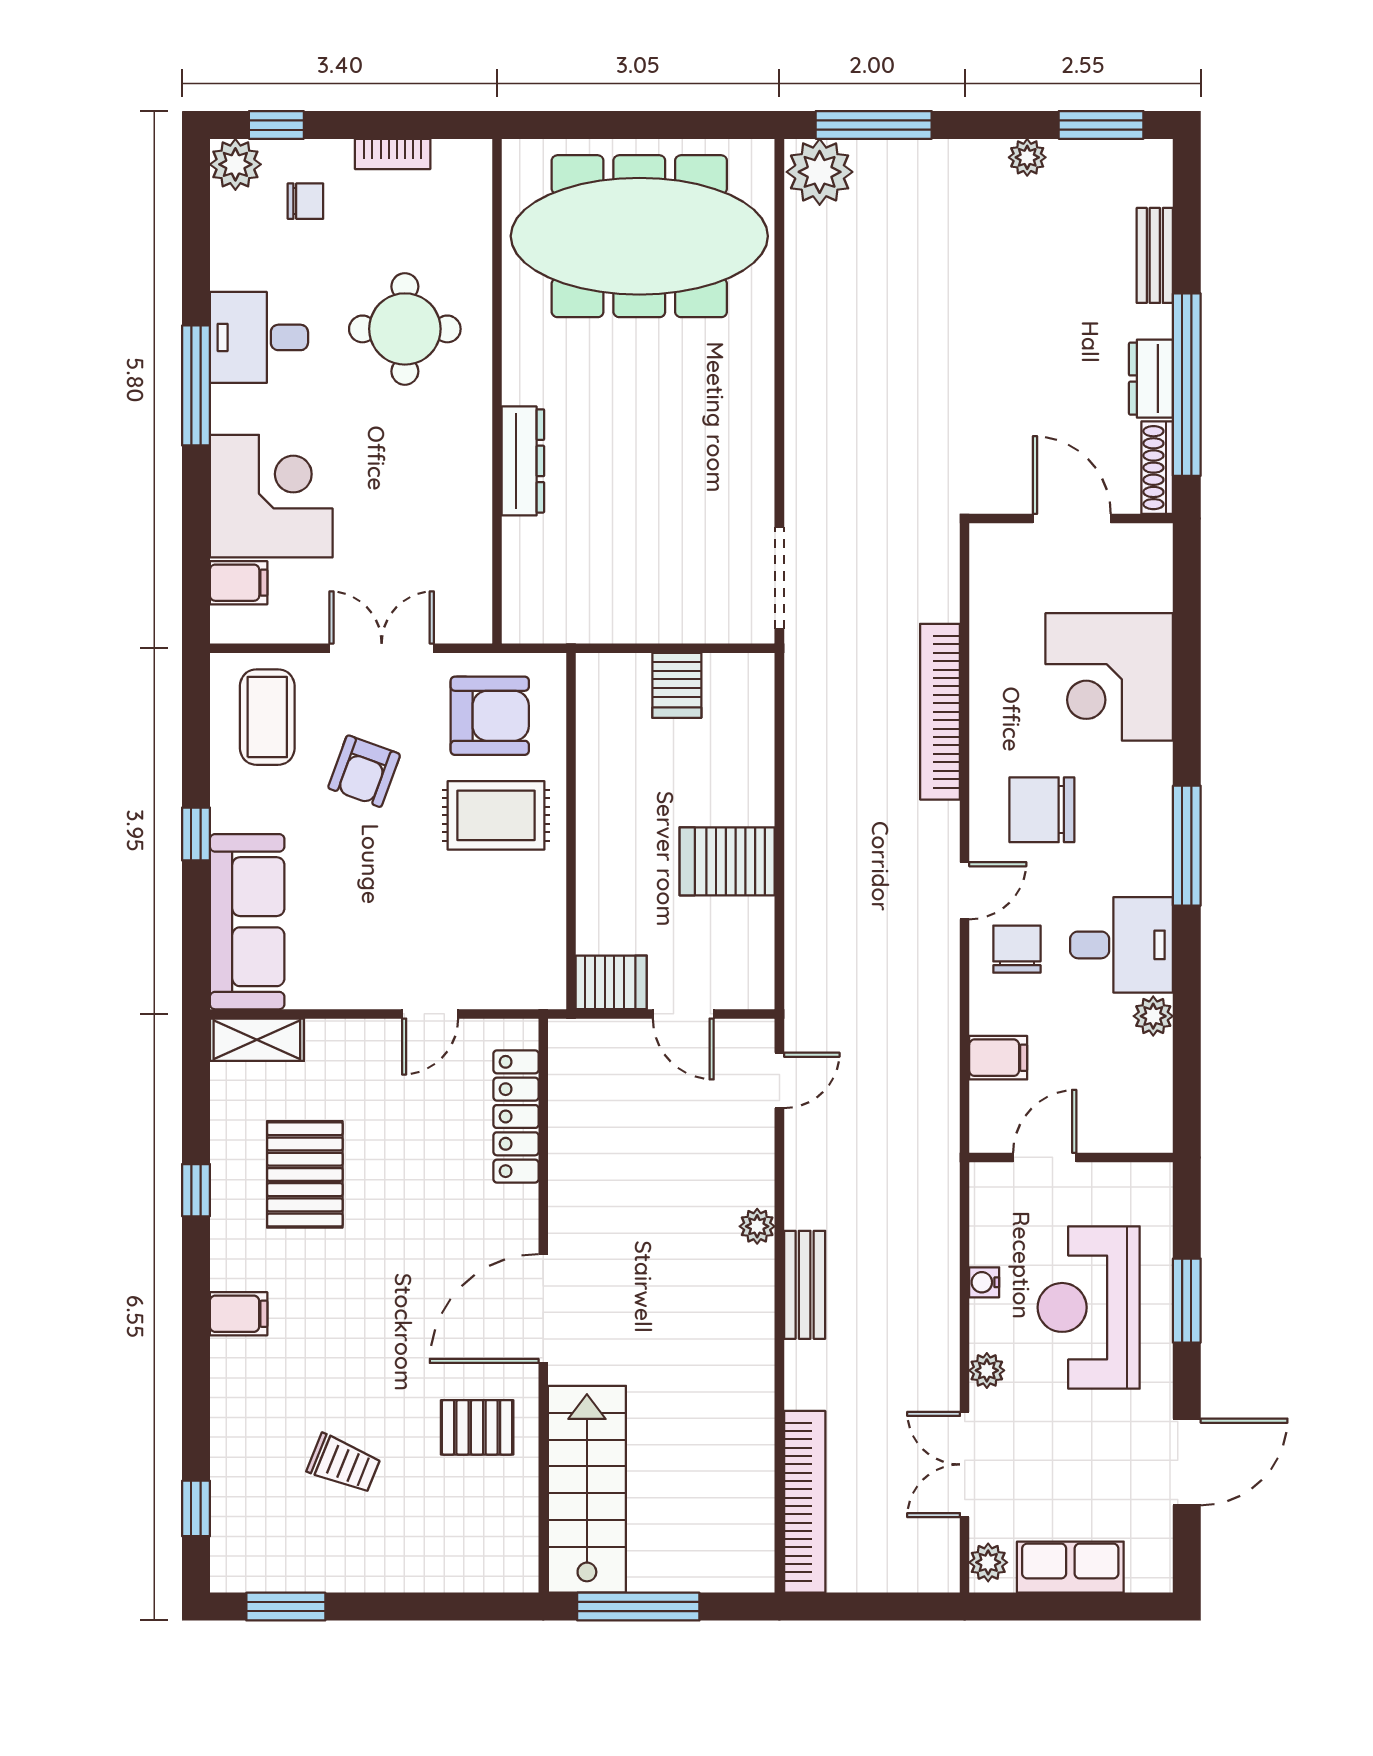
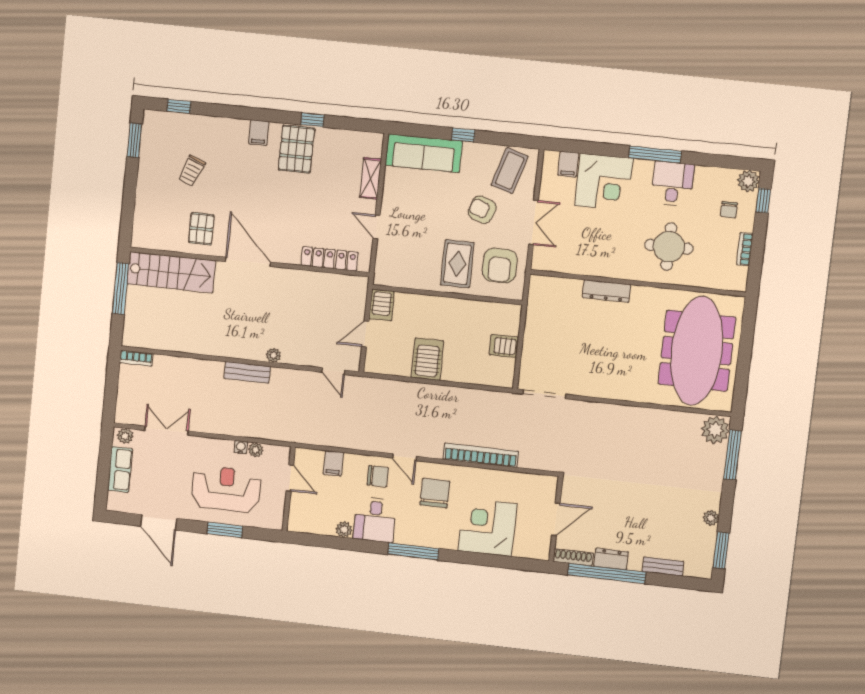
coffee table: (267, 717) -> (510, 171), turned -73
shelving: (257, 1040) -> (371, 178), moved
pallet: (305, 1174) -> (296, 149), moved, turned 90
plant: (987, 1370) -> (256, 450), moved
bookcase: (805, 1502) -> (136, 358), width x0.43, depth x0.76

